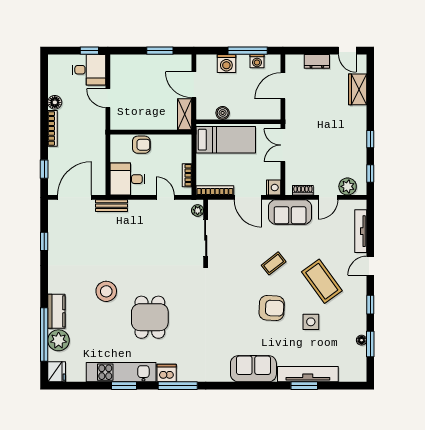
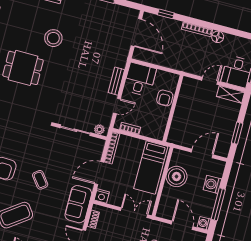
washing machine: (257, 61) -> (204, 223), moved
boiler: (223, 113) -> (176, 176), width x1.86, depth x1.86
shelving: (185, 114) -> (231, 94), moved
bench: (111, 206) -> (116, 81), moved

